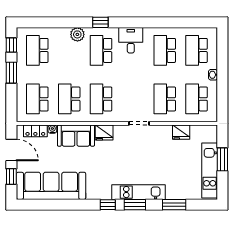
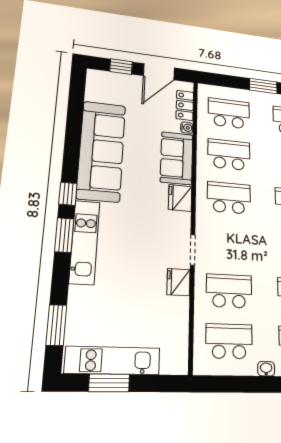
fridge: (181, 132) -> (178, 282), moved
window: (222, 159) -> (109, 383), moved
sofa: (51, 186) -> (101, 151), moved
window: (174, 205) -> (56, 325), moved

